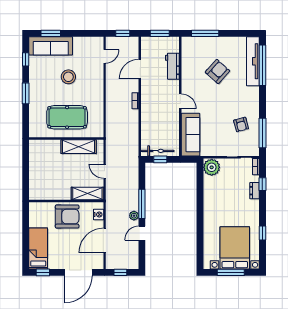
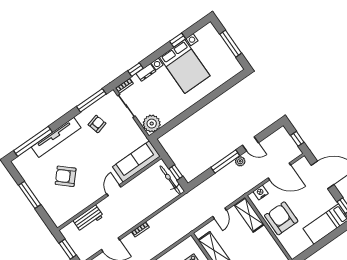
window: (205, 33) -> (30, 195), moved
tv unit: (253, 61) -> (56, 137), moved
bed with nightstands: (235, 248) -> (185, 66), moved, turned -90

